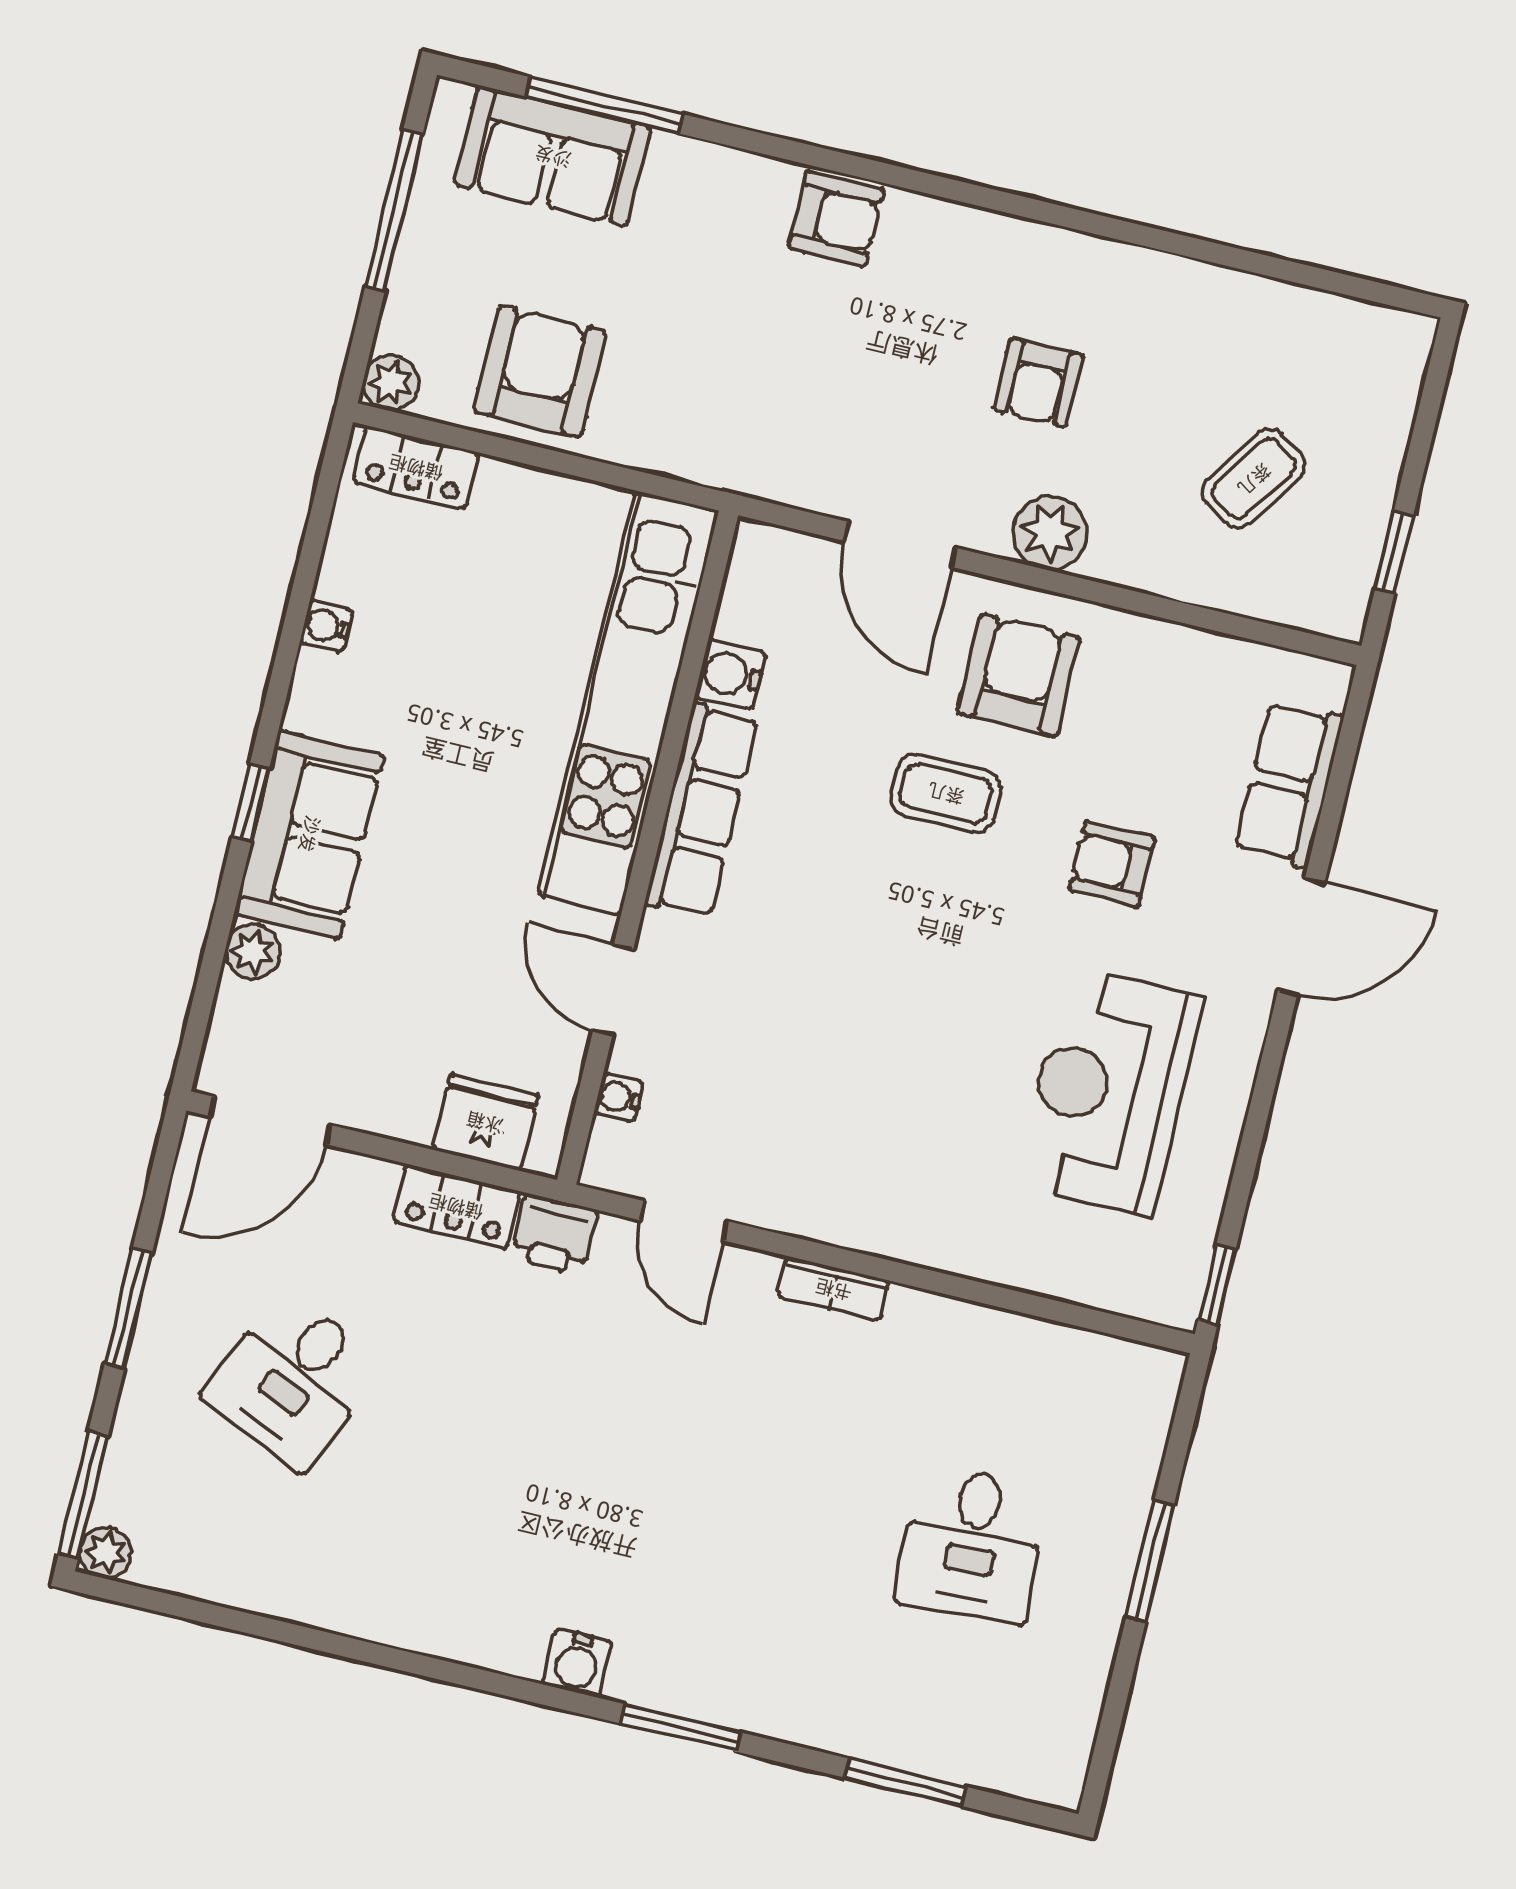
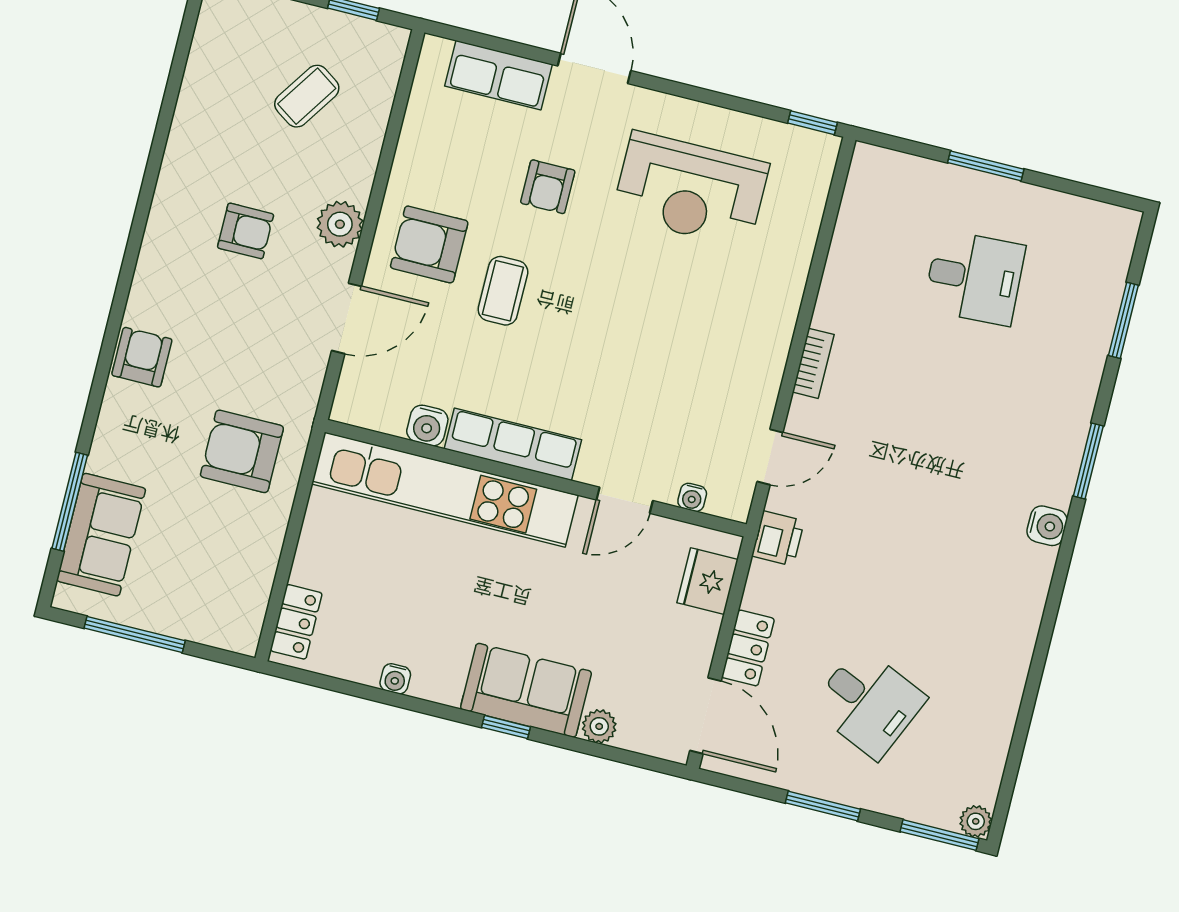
armchair: (540, 371) -> (242, 451), moved
plant: (391, 383) -> (243, 637), removed
coffee table: (1254, 479) -> (307, 96), turned 90
locker: (456, 1206) -> (748, 648), moved

